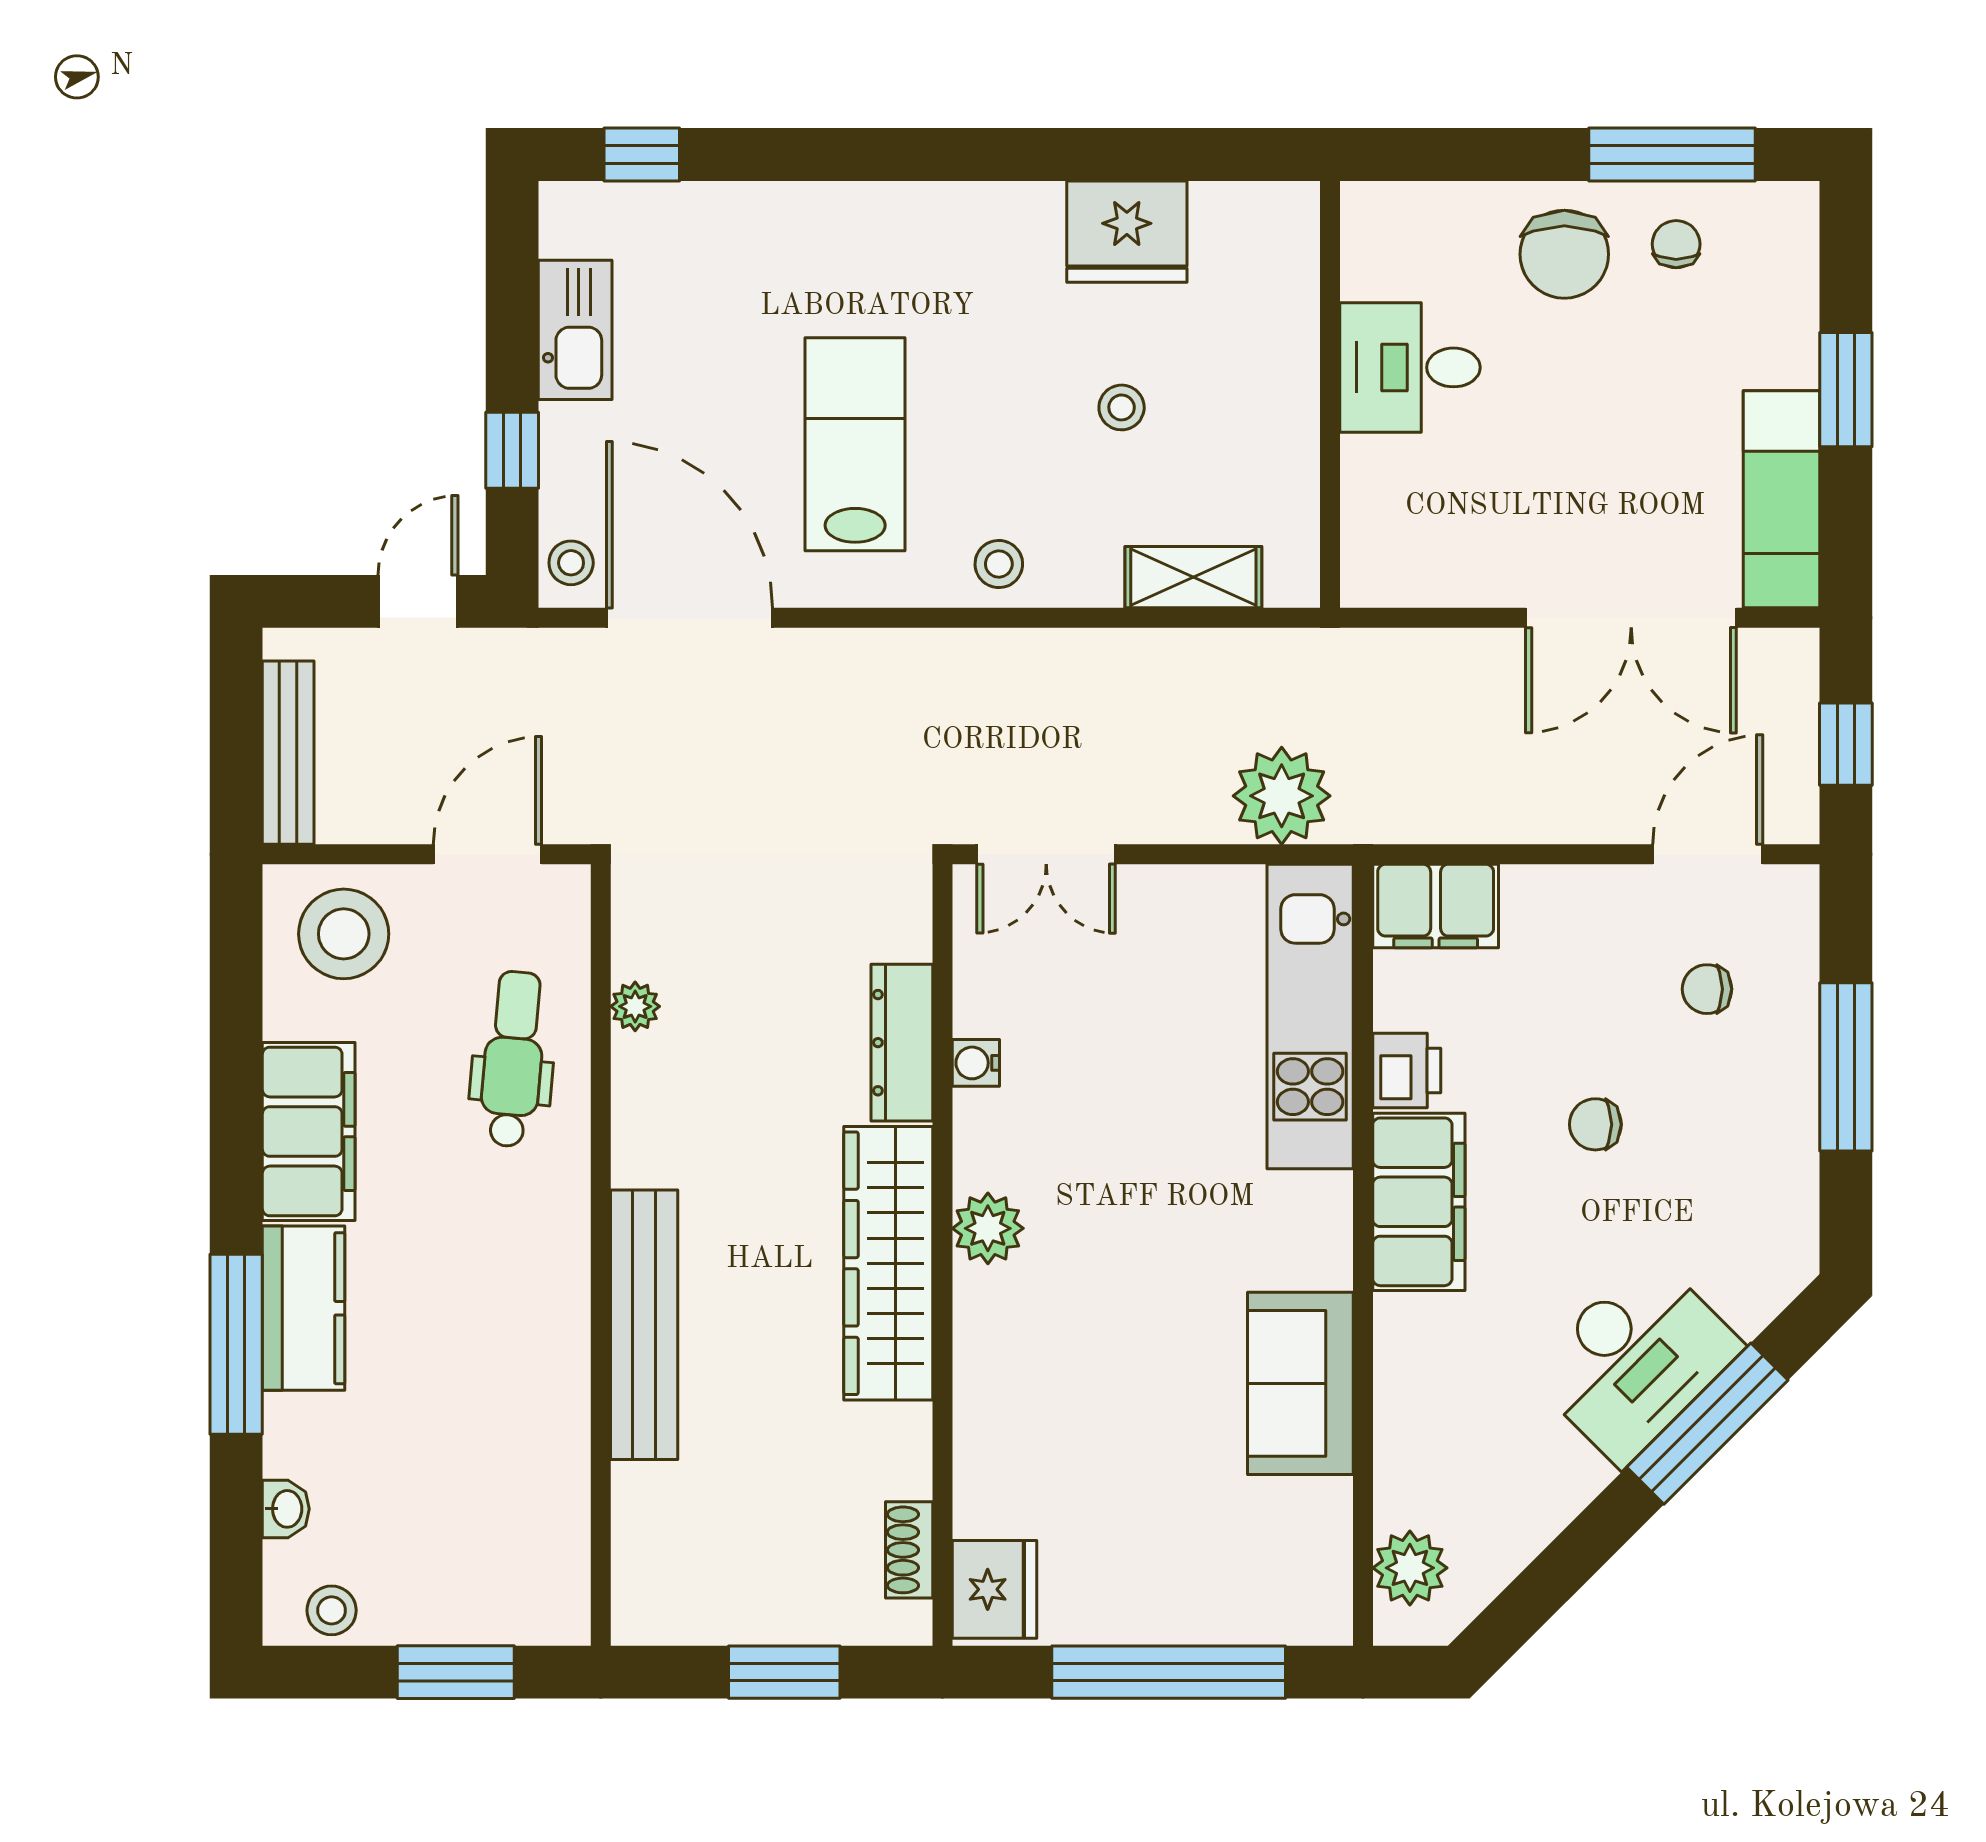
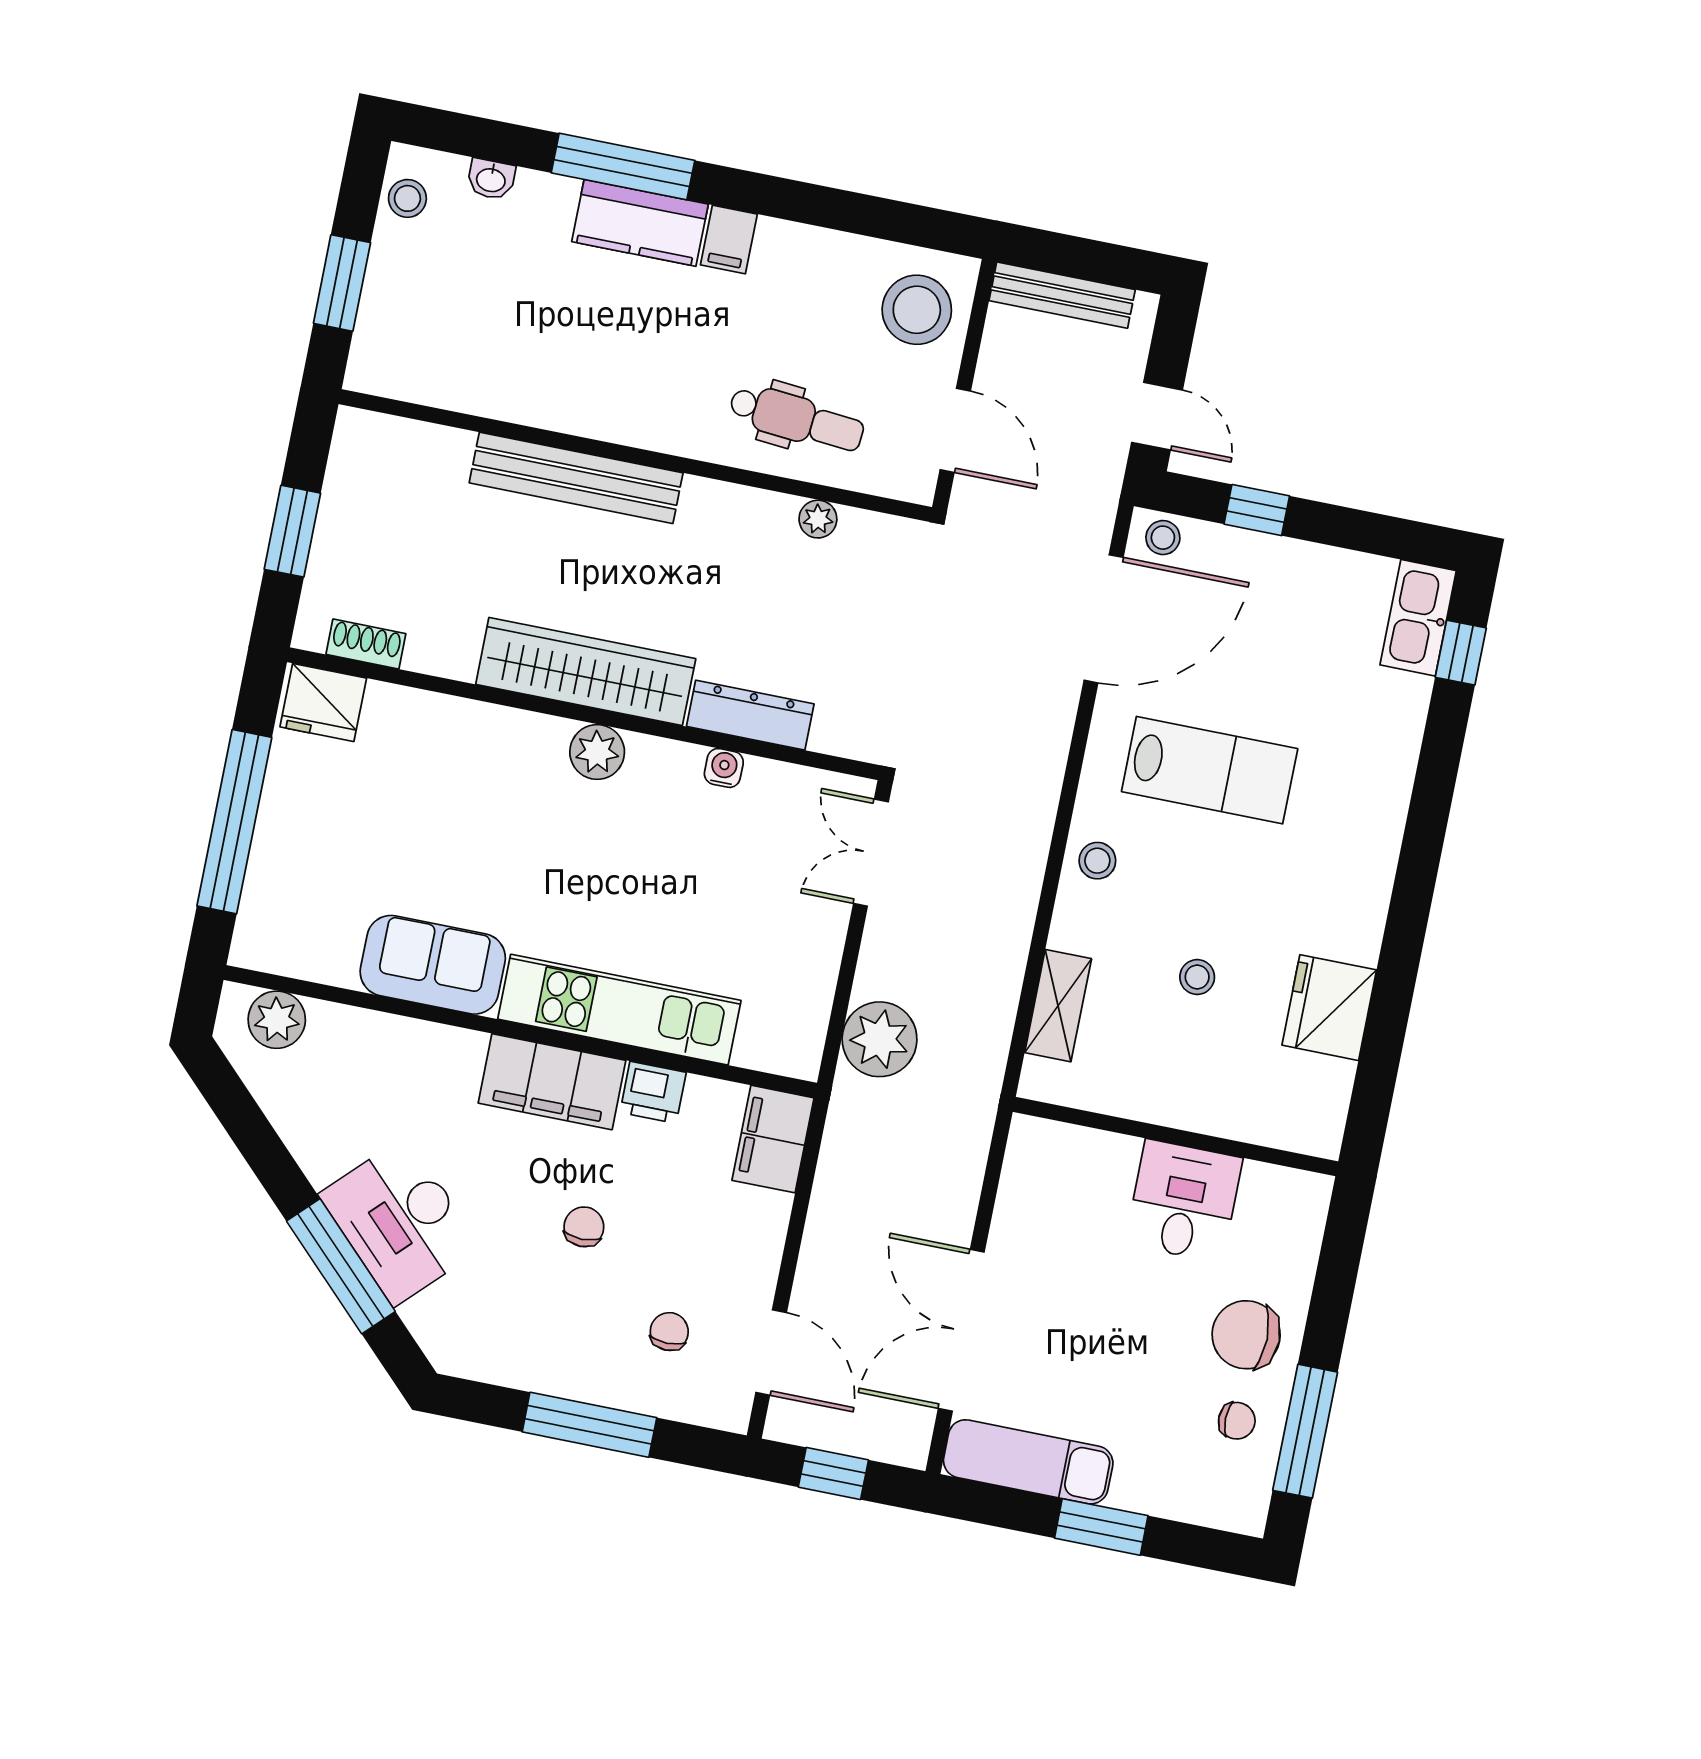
kitchen sink: (575, 330) -> (1418, 618), moved, turned 90
kitchen unit: (1310, 1017) -> (619, 1010), moved
filing cabinet: (309, 1131) -> (729, 239), width x0.33, depth x0.86

